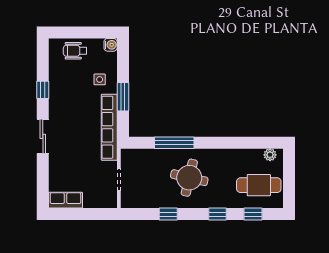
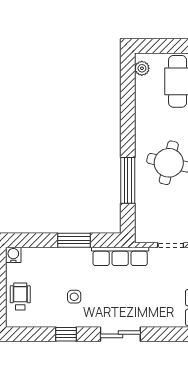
wheelchair: (75, 51) -> (20, 296), turned 180
side table: (100, 79) -> (74, 297), moved
row of seats: (109, 127) -> (120, 256), width x0.73

